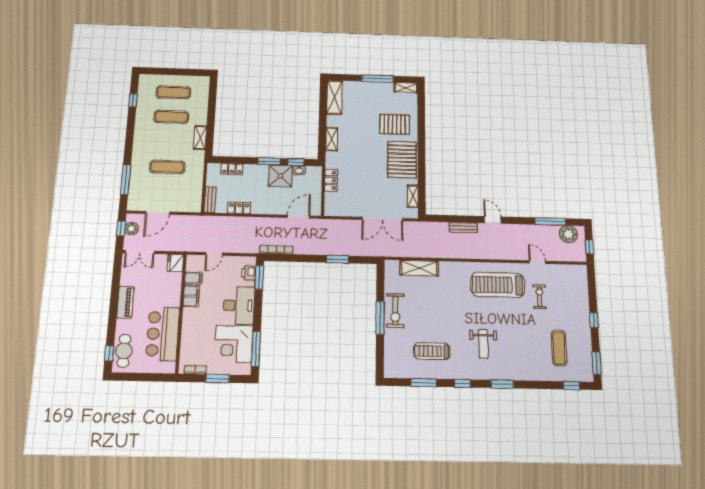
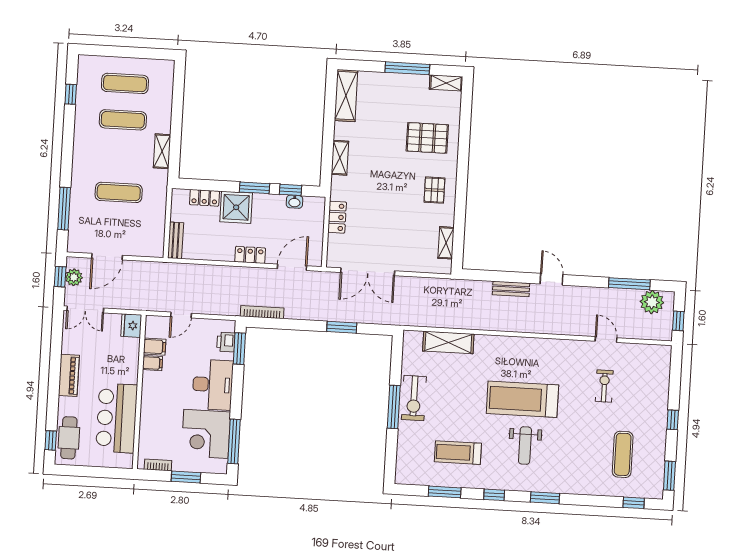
pallet: (402, 160) -> (434, 190), width x0.49, depth x0.50
shower: (280, 176) -> (236, 207), moved
locker: (239, 208) -> (250, 255), moved
double door: (382, 219) -> (368, 272), moved
treadmill: (498, 285) -> (522, 399), moved
filing cabinet: (191, 296) -> (153, 363), width x0.50

